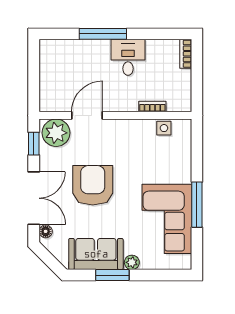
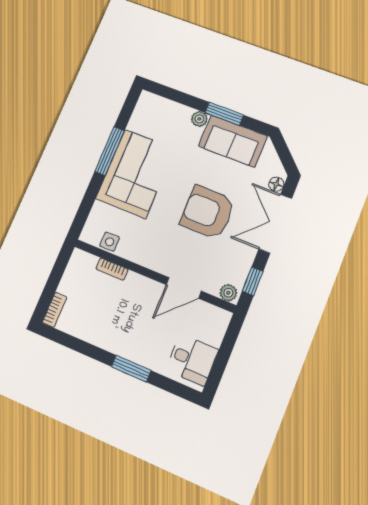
window: (103, 34) -> (131, 369), width x0.69
desk: (128, 57) -> (192, 360), moved, turned -90
plant: (56, 133) -> (228, 293), width x0.53, depth x0.53
armchair: (93, 185) -> (208, 212), turned 90
corner sofa: (167, 219) -> (135, 174), moved

